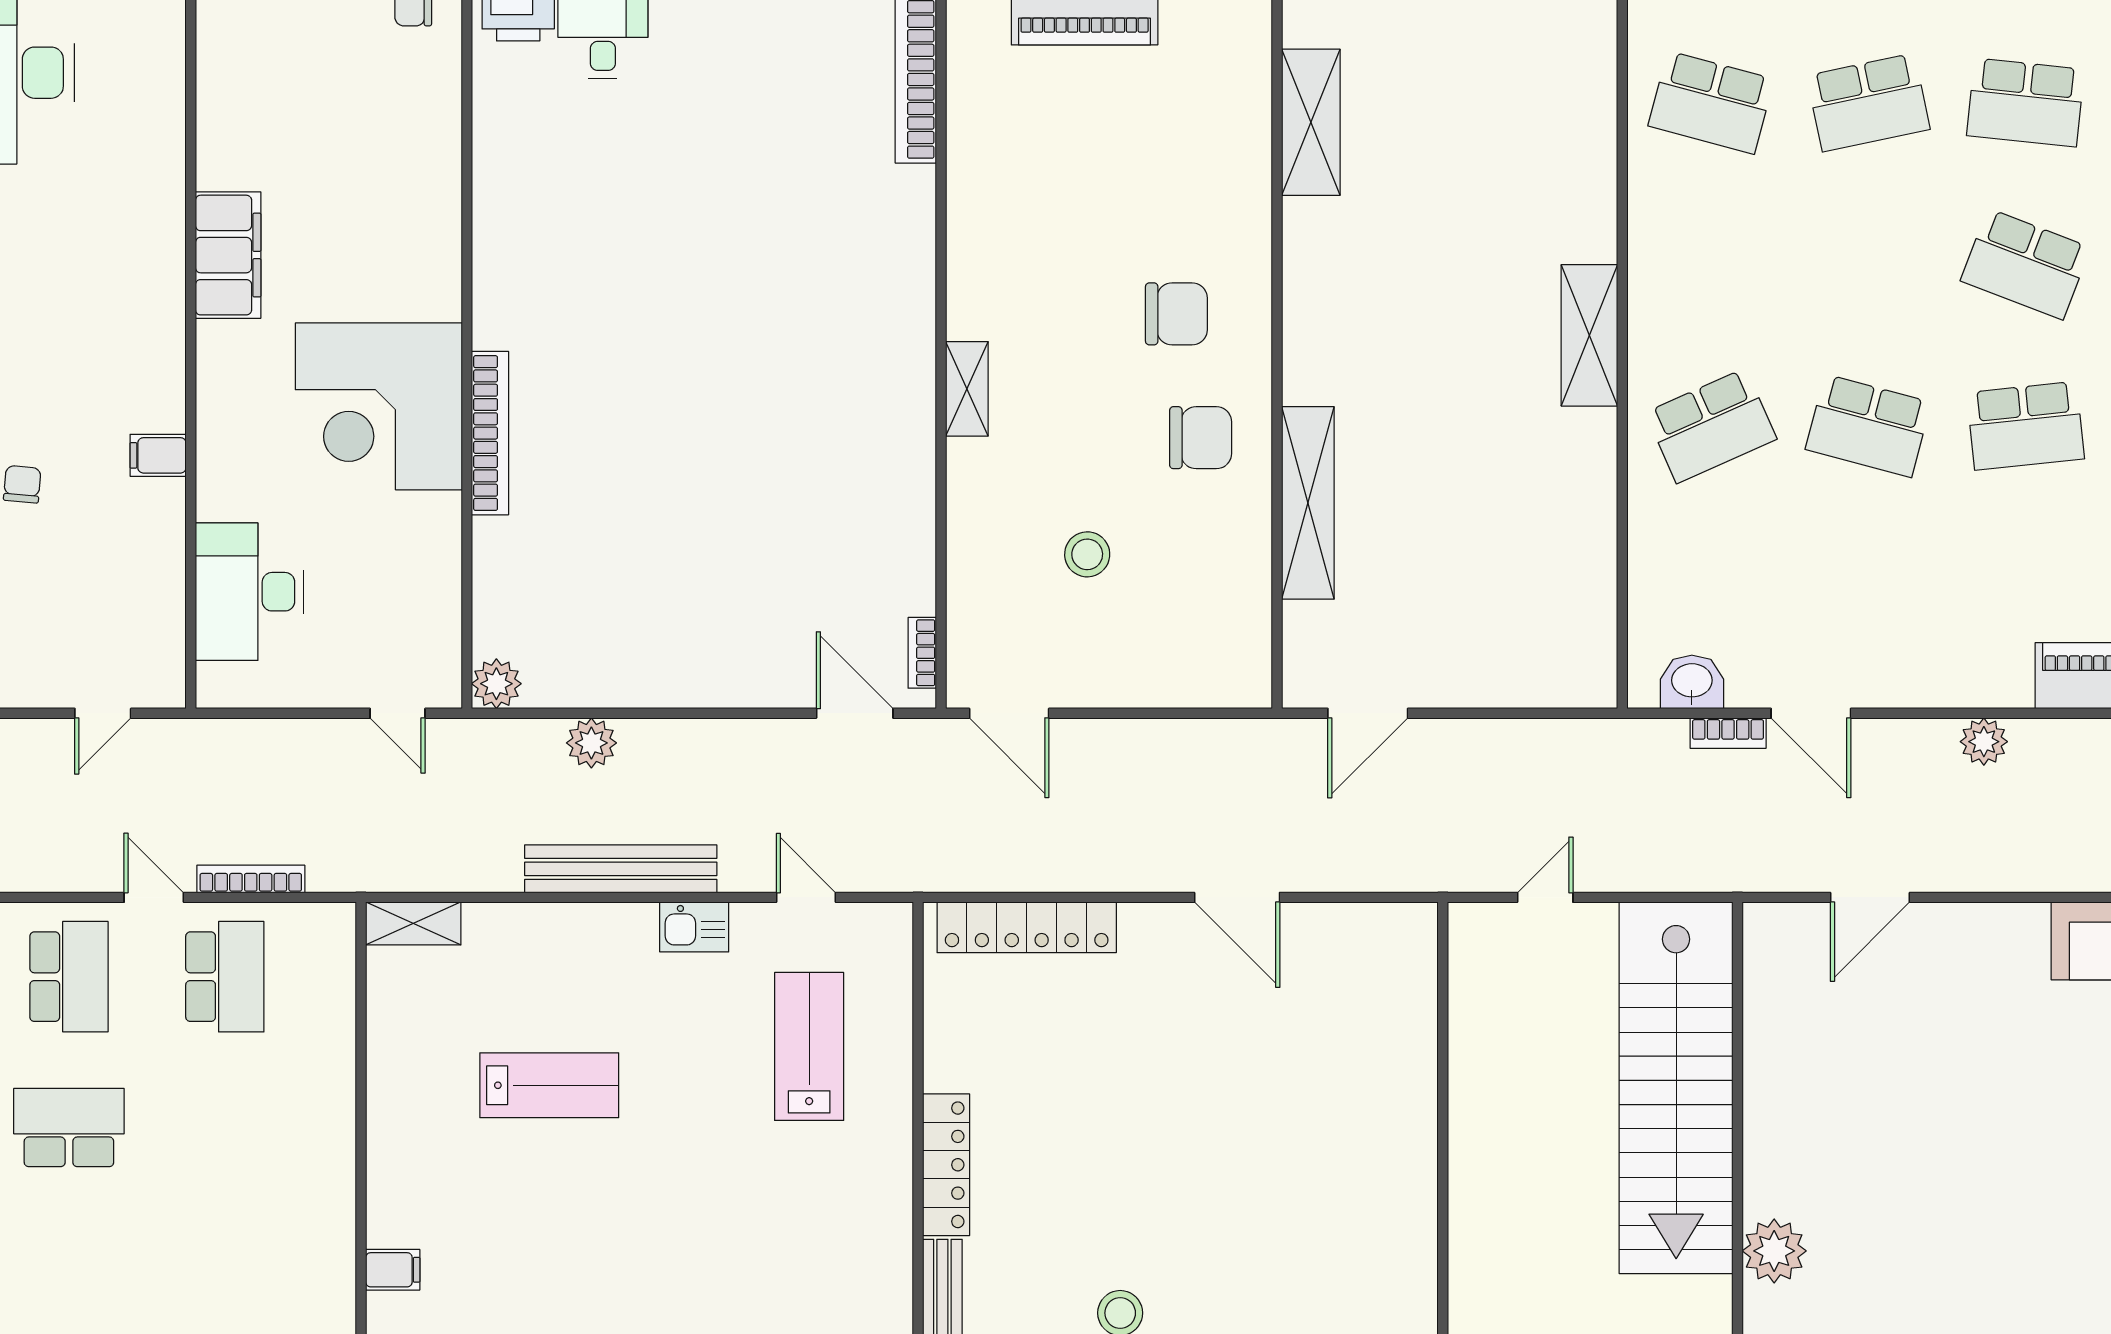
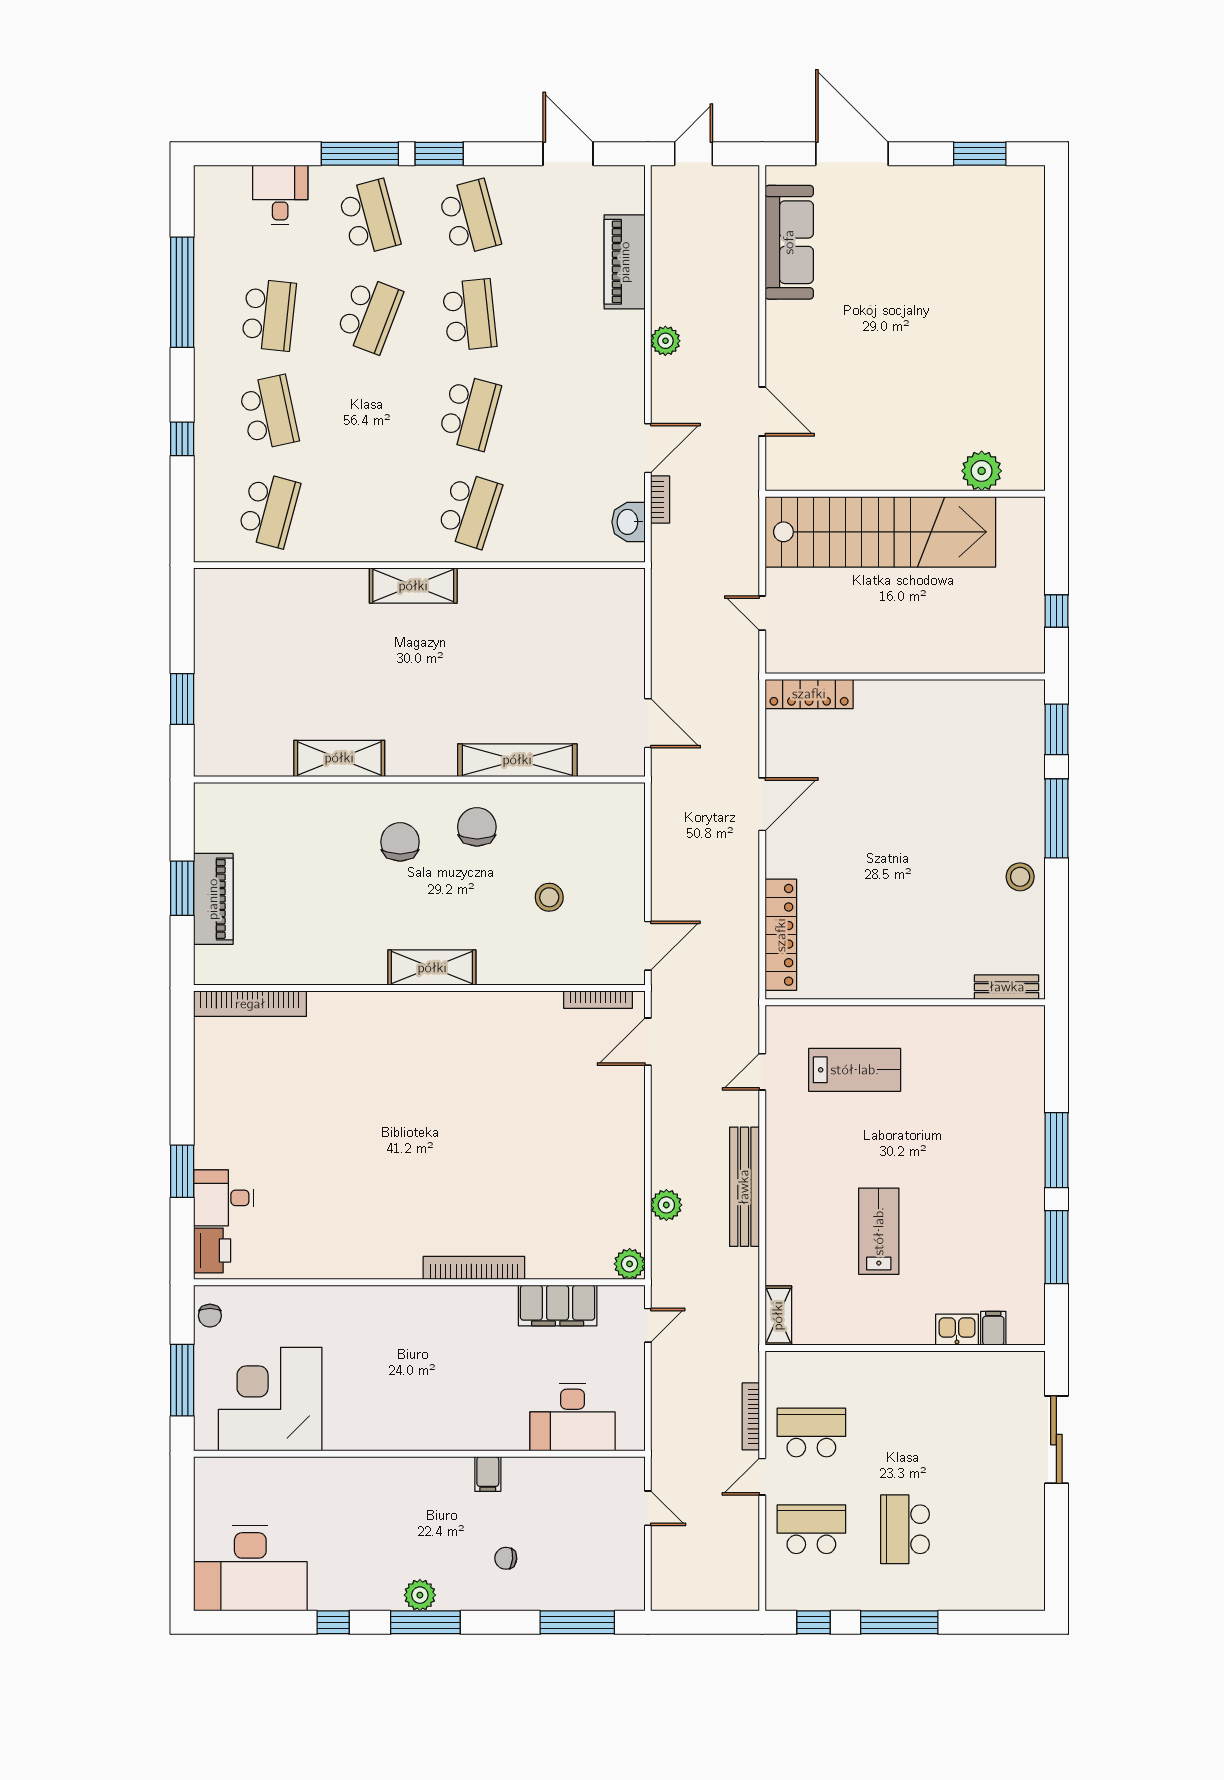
shelving: (1311, 122) -> (339, 758), moved
filing cabinet: (228, 255) -> (558, 1305), moved, turned 180
shelving: (967, 389) -> (432, 968), width x1.50, depth x1.33
corner desk: (379, 406) -> (270, 1399), moved, turned 180
school desk: (1711, 426) -> (469, 510), turned 42
bookcase: (922, 653) -> (598, 1000), width x1.56
kitchen sink: (694, 927) -> (957, 1330), moved, turned -90
lab bench: (809, 1046) -> (855, 1070), turned 180
locker: (946, 1165) -> (809, 694), moved, turned 180

